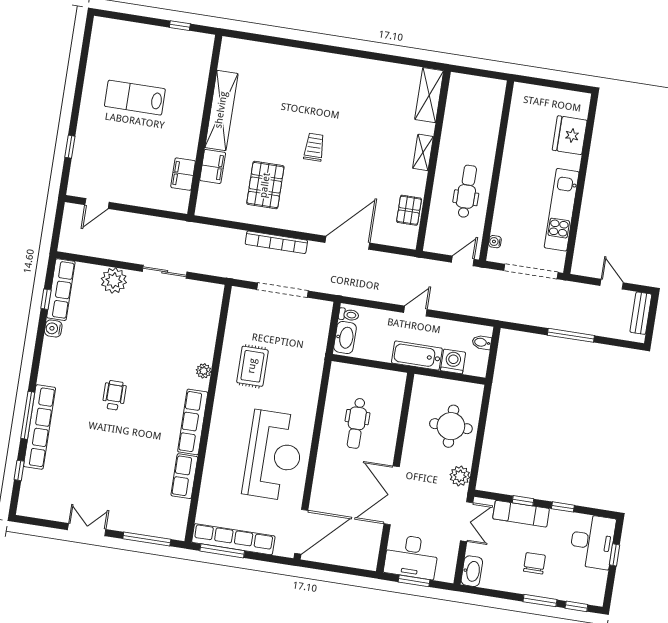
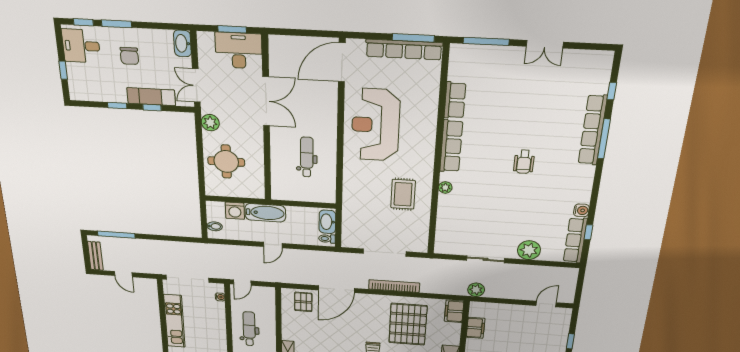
filing cabinet: (213, 166) -> (454, 311), moved
pallet: (265, 185) -> (408, 324), width x1.37, depth x1.41
dental chair: (467, 191) -> (249, 329), turned 180
pallet: (409, 210) -> (303, 302), moved
plant: (179, 230) -> (476, 290), added
window: (571, 335) -> (116, 235), moved
desk: (592, 542) -> (81, 46), moved, width x0.73

